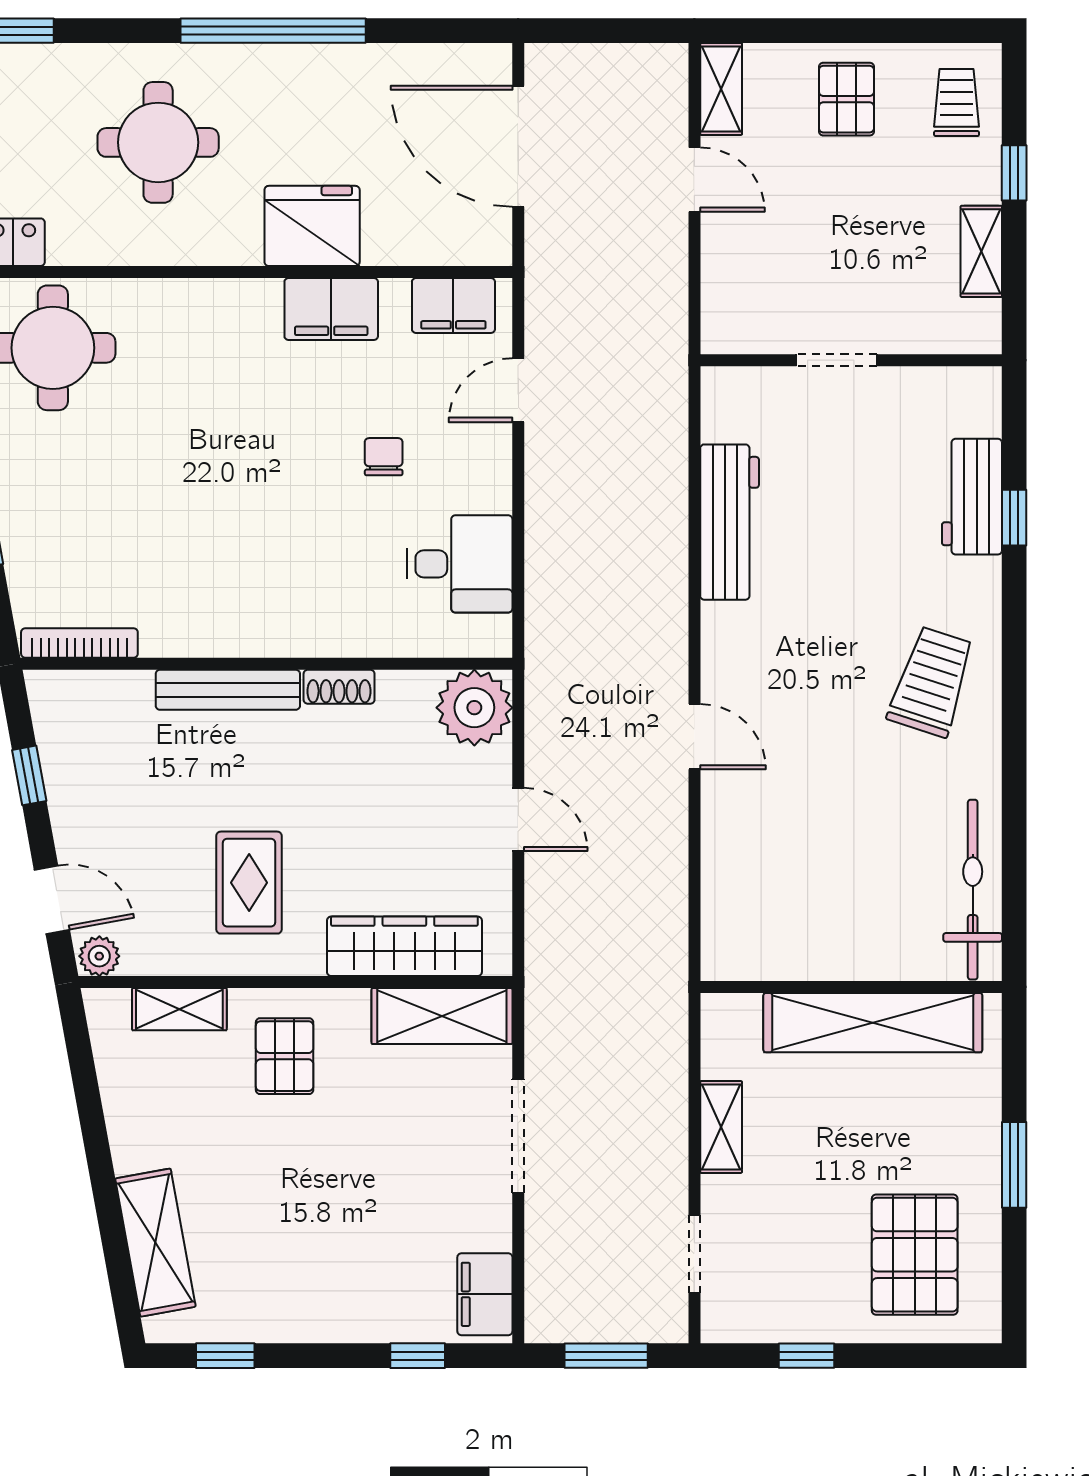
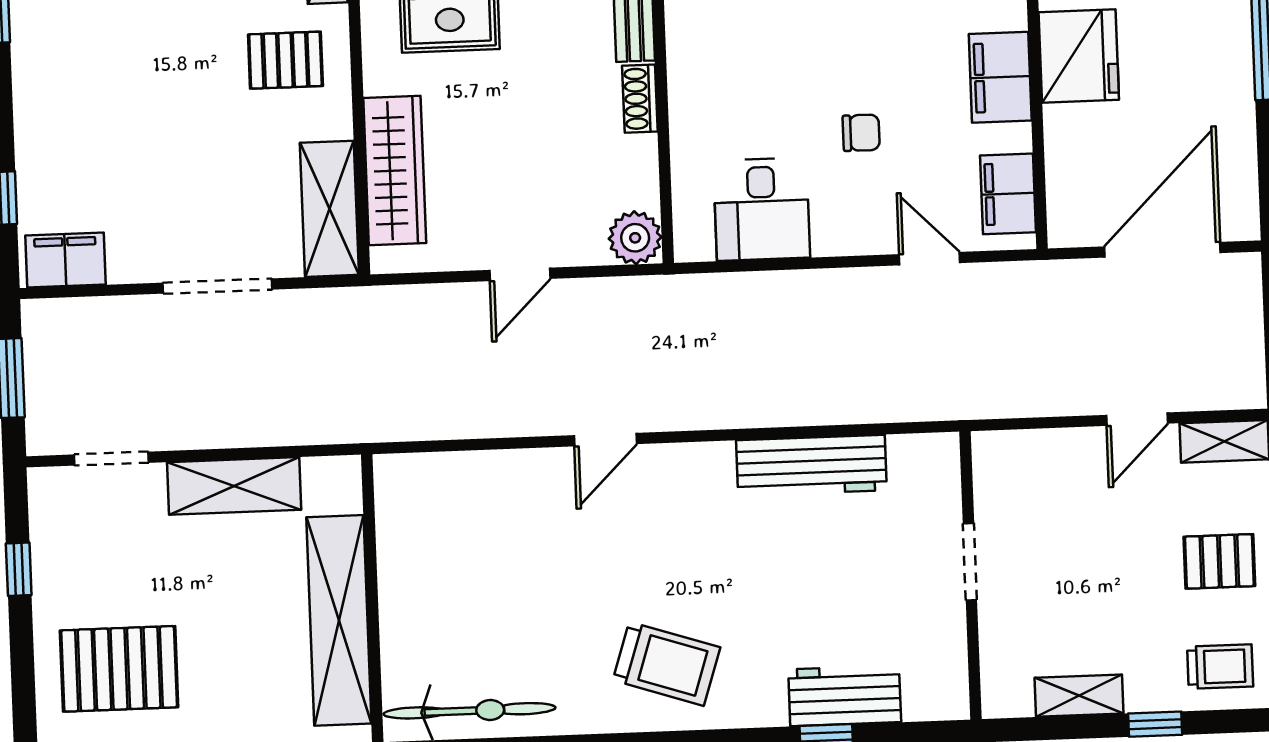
plant: (474, 708) -> (635, 238), width x0.73, depth x0.73
shelving: (721, 1127) -> (234, 486), width x1.50, depth x1.33

